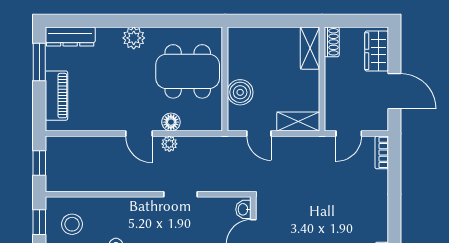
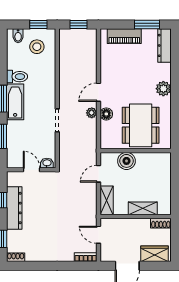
shelving: (310, 48) -> (143, 208), moved

